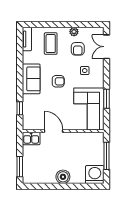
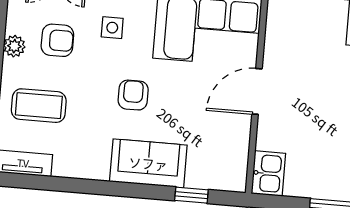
sofa: (31, 79) -> (148, 163), moved
door: (54, 131) -> (257, 91), moved

